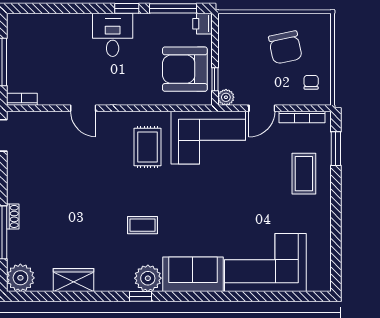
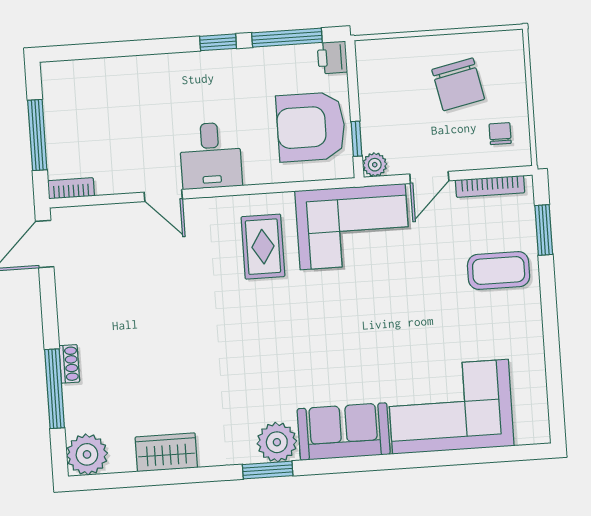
desk: (113, 35) -> (211, 156), moved, turned 180
coffee table: (304, 174) -> (499, 271), turned 90
coffee table: (143, 225) -> (264, 364), removed
window: (140, 296) -> (268, 470), width x1.50

